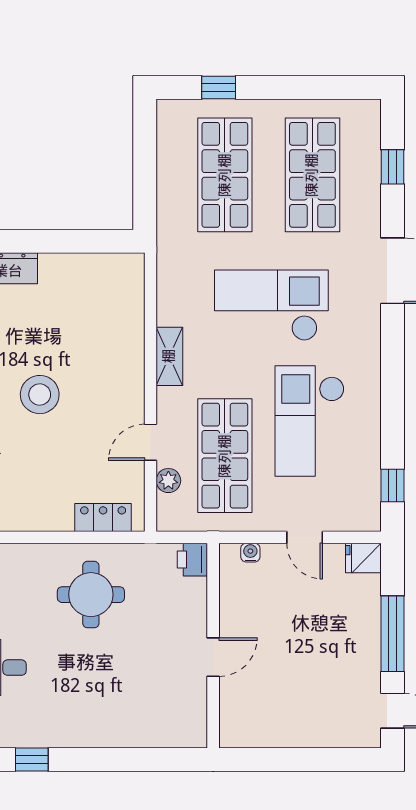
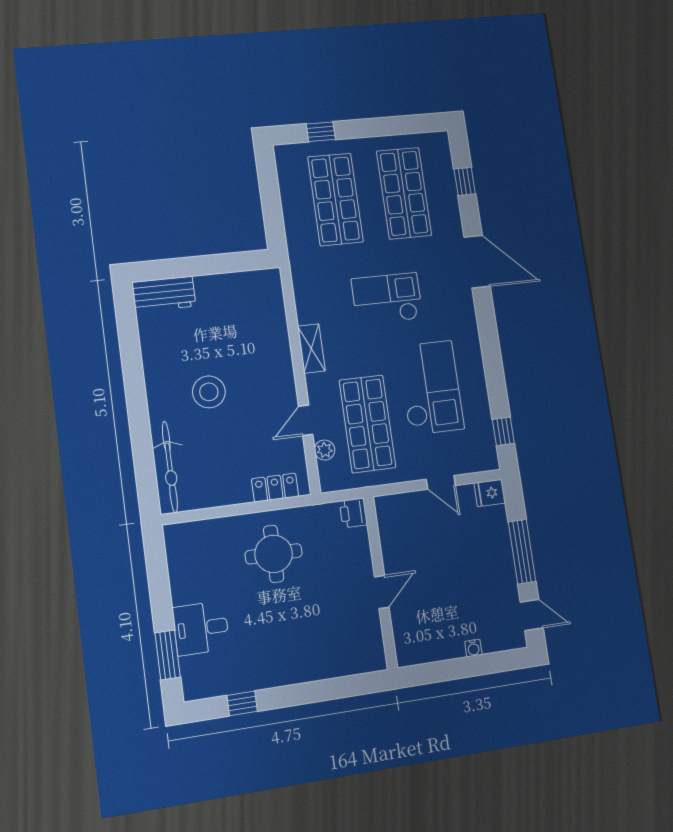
checkout: (271, 305) -> (387, 299), width x0.73, depth x0.83
checkout: (310, 421) -> (431, 388), turned 180
water cooler: (250, 553) -> (473, 648), moved, turned 180

